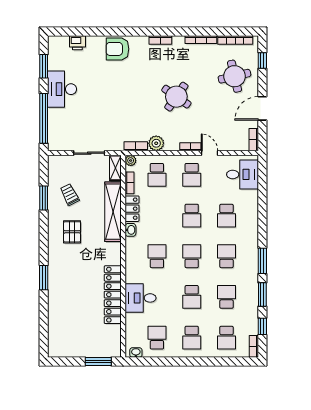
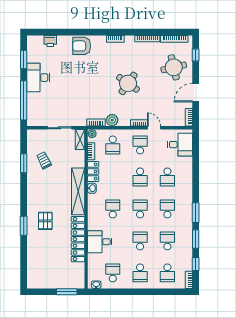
school desk: (192, 175) -> (140, 145), turned 180
shelving: (113, 212) -> (78, 191), moved
pallet: (72, 232) -> (45, 221), moved
school desk: (192, 297) -> (140, 241), turned 180

